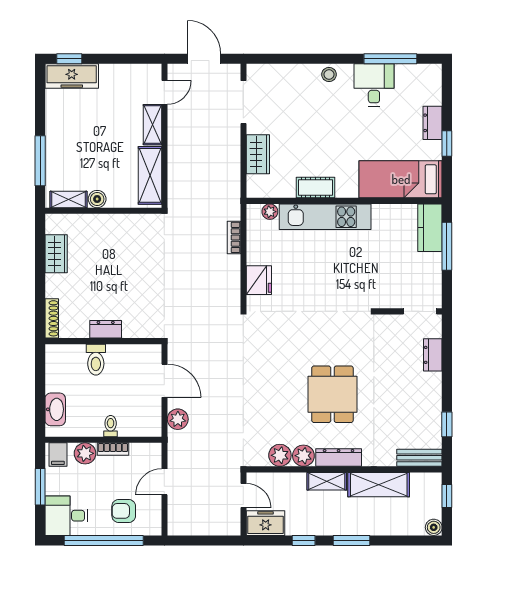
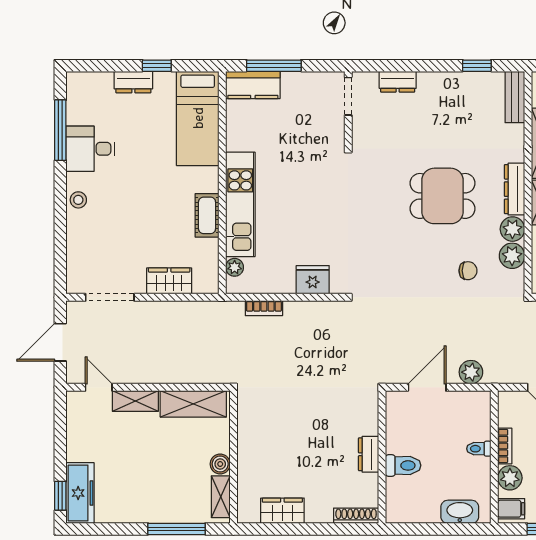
chair: (267, 417) -> (468, 271), added

